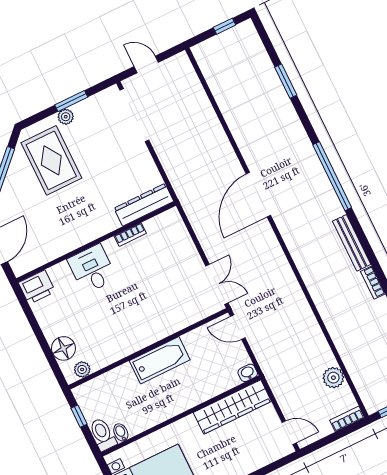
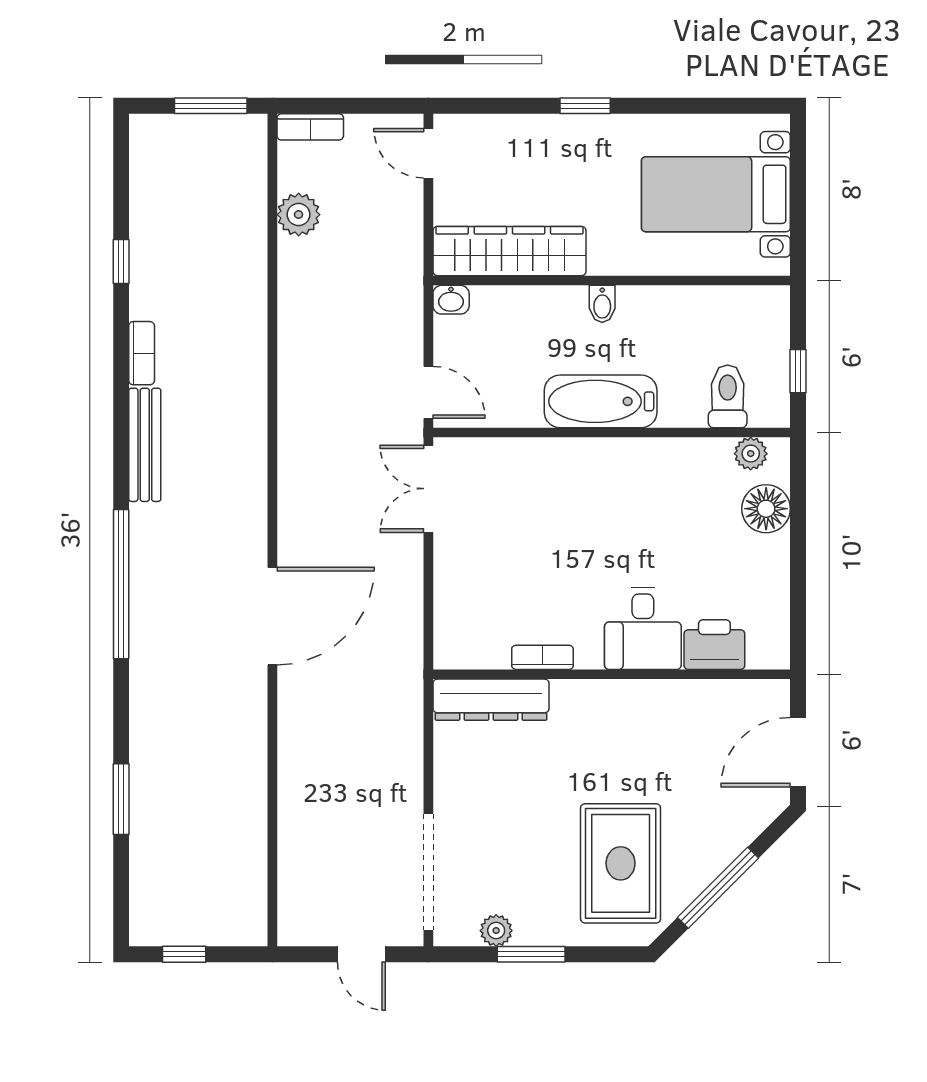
plant: (66, 117) -> (496, 931), moved
printer: (37, 287) -> (714, 645), moved
bidet: (121, 432) -> (602, 304), moved
toilet: (103, 434) -> (728, 396), moved, turned 180

